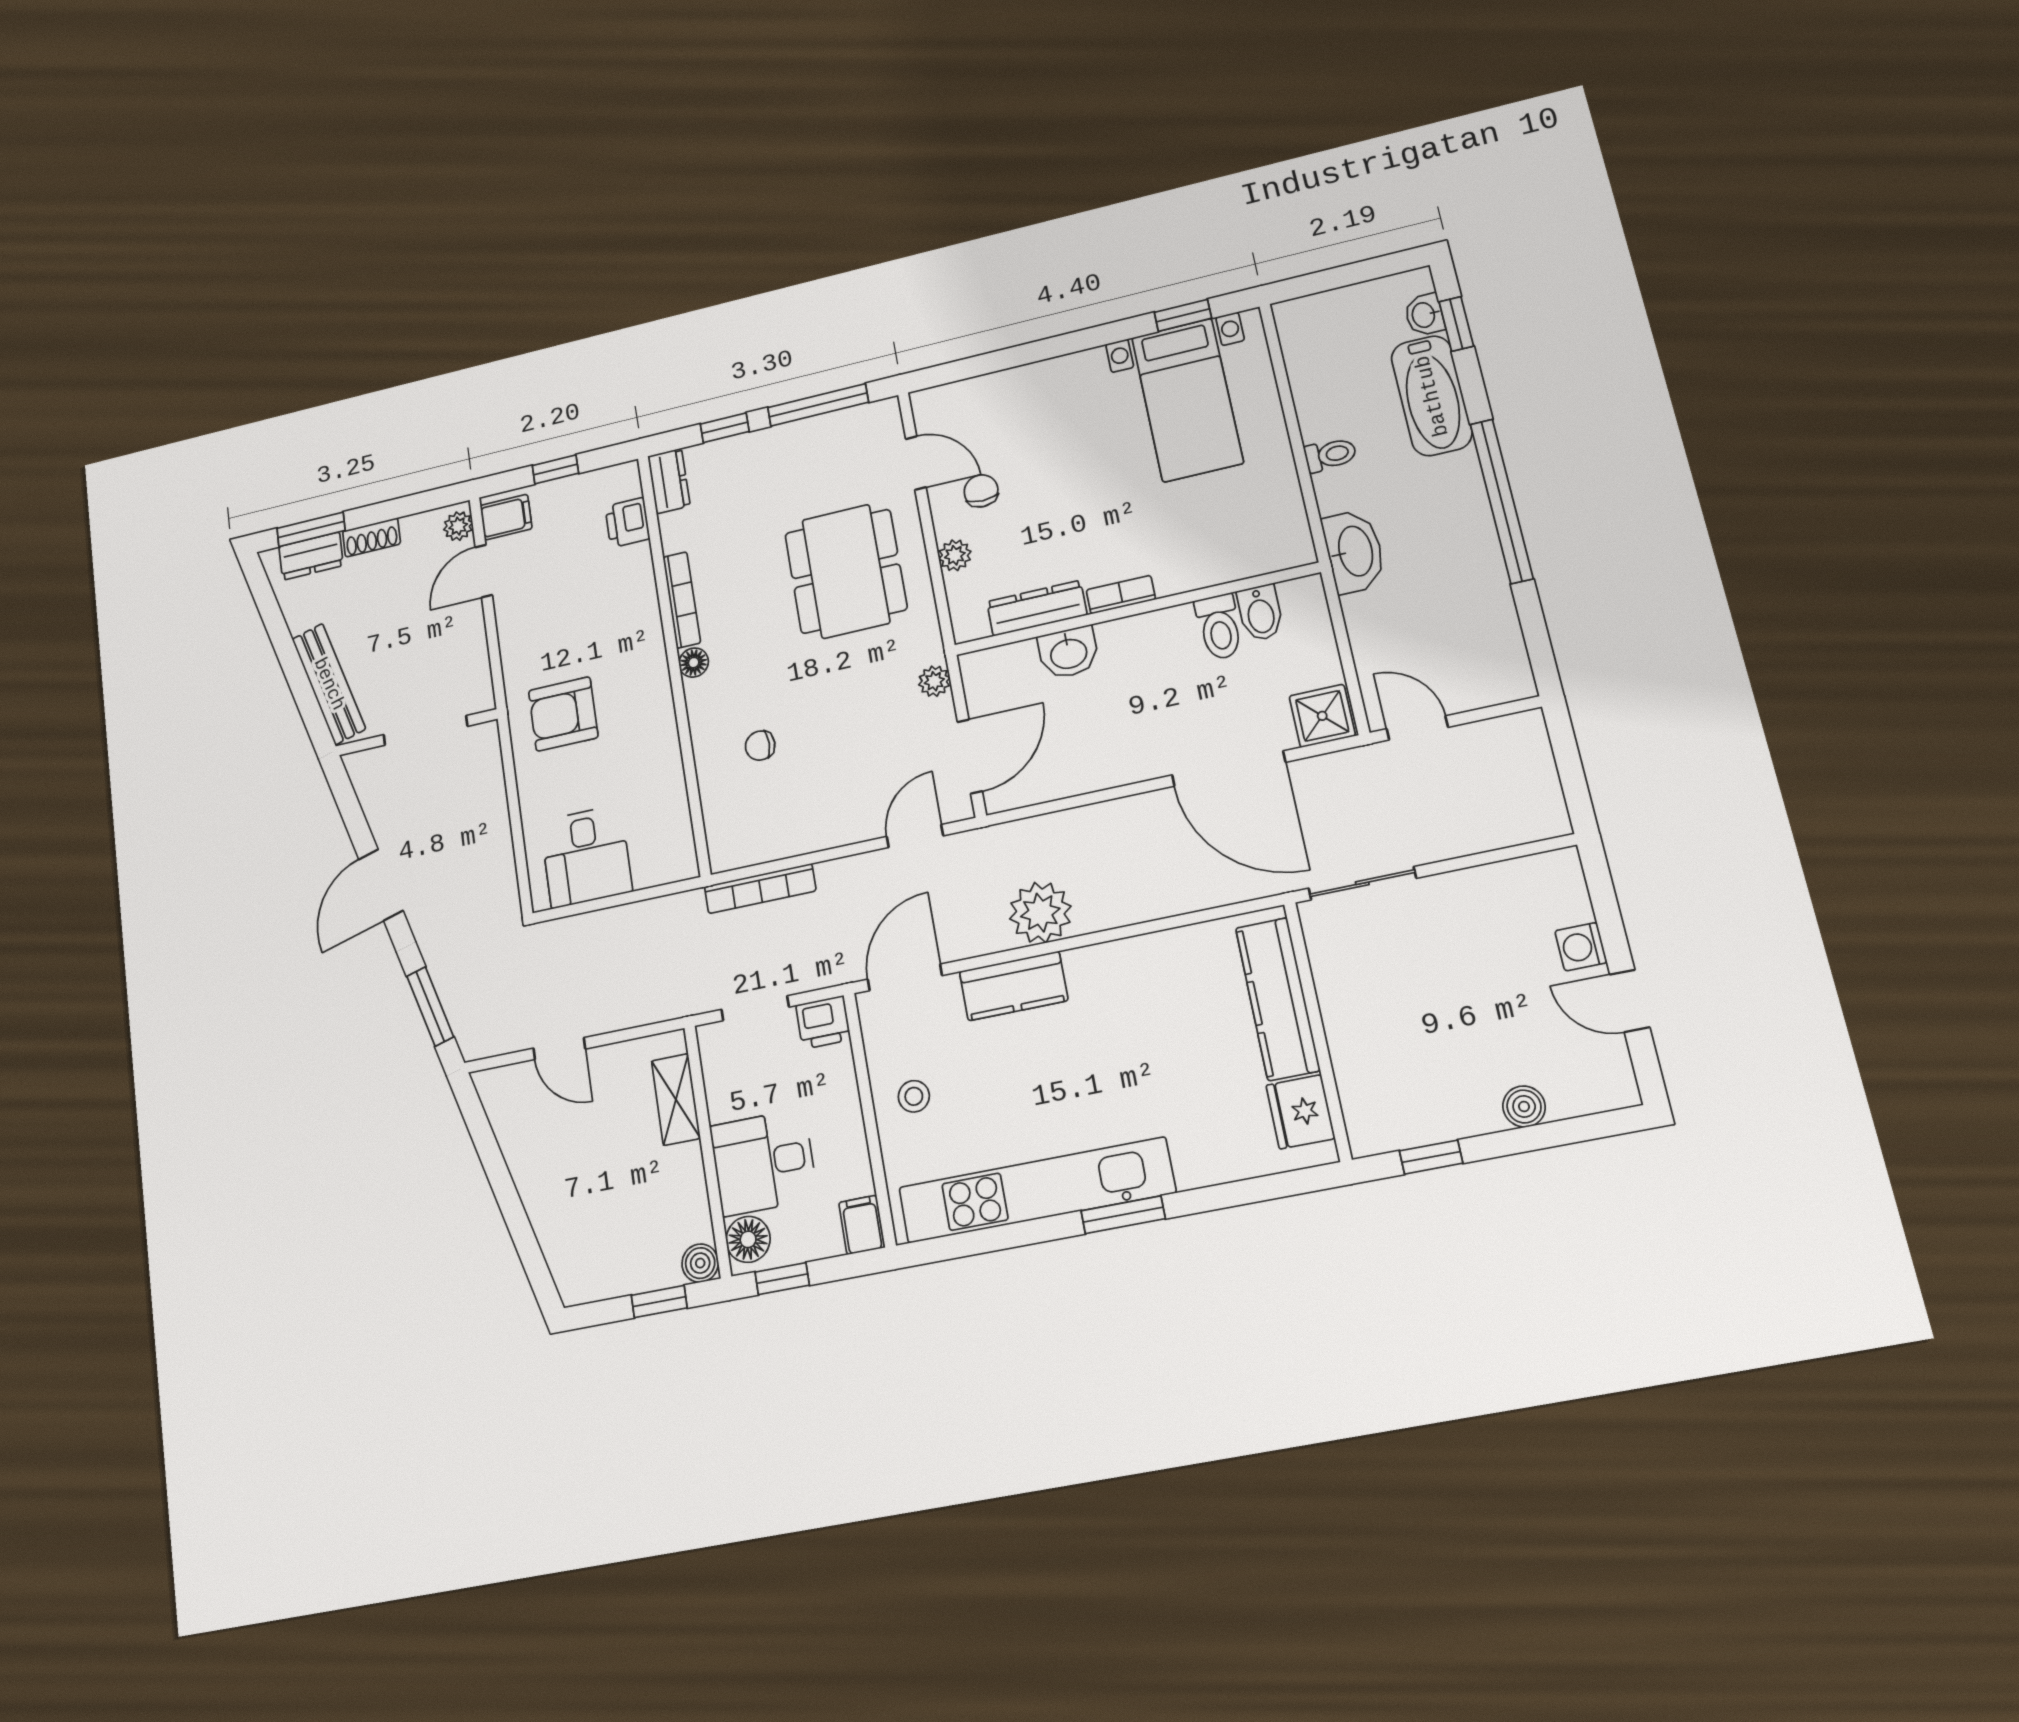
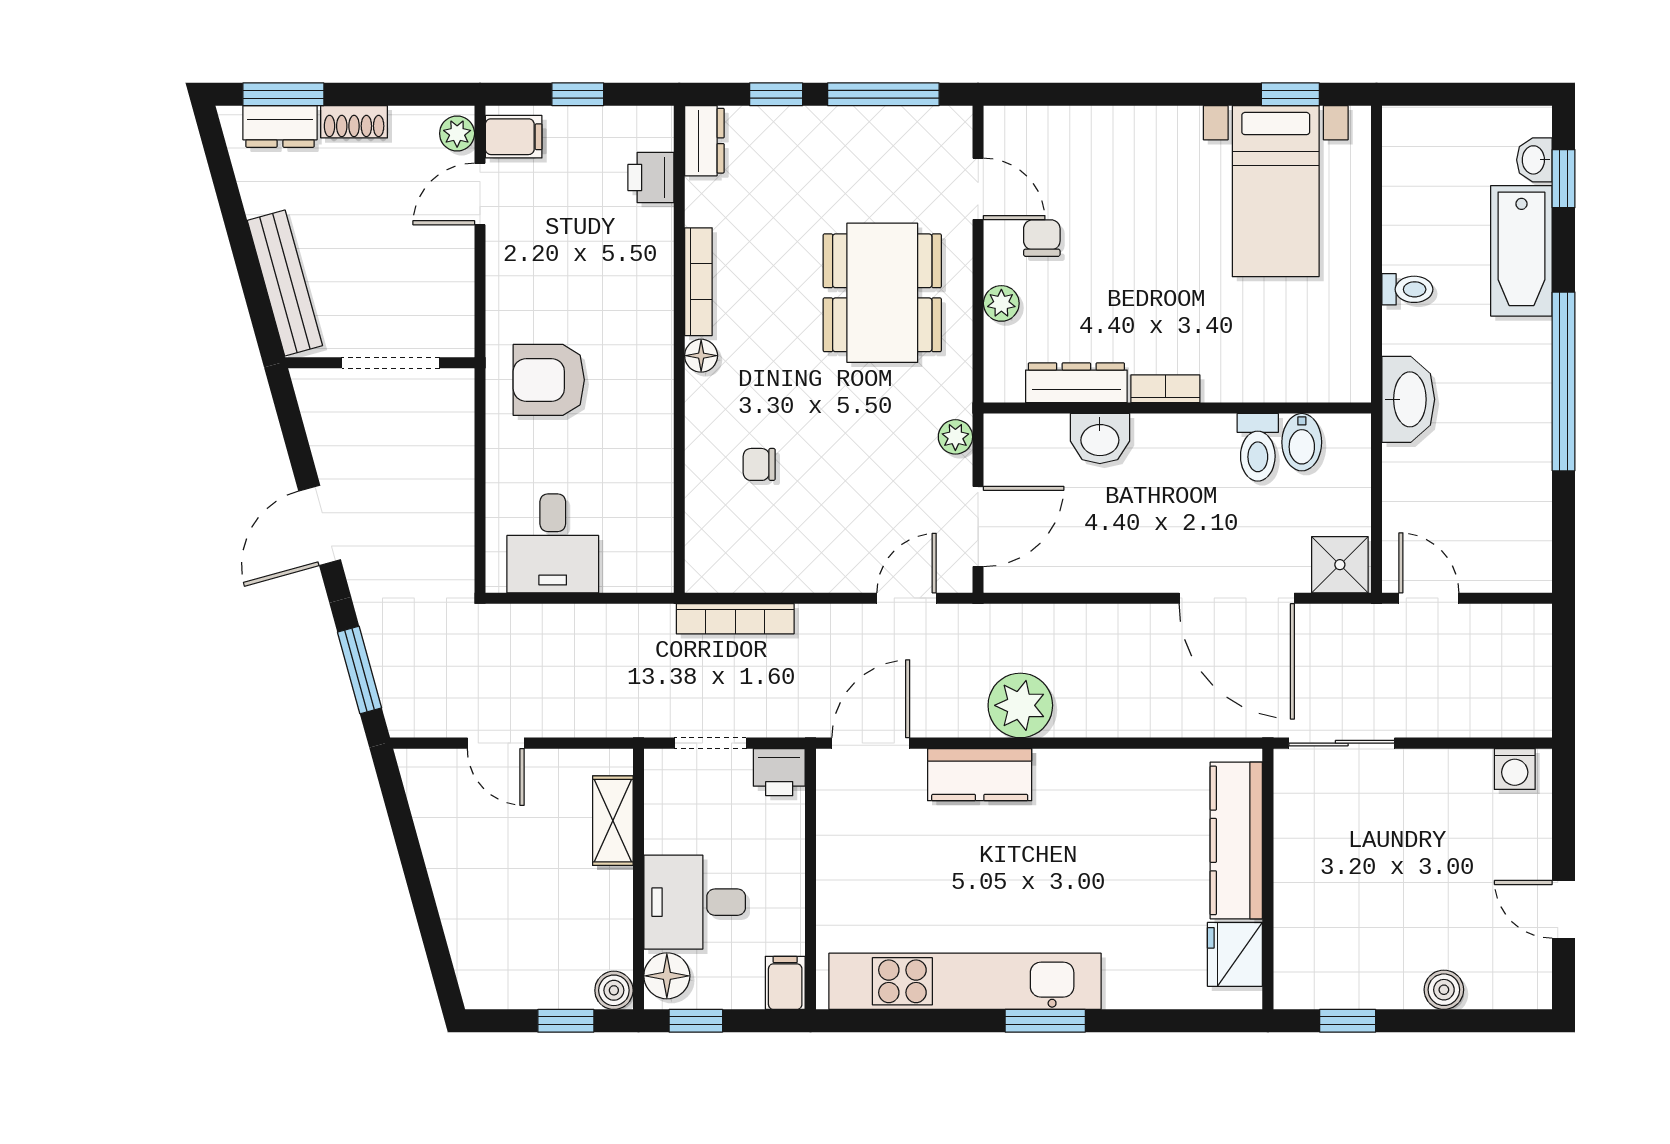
washing machine: (1581, 947) -> (1515, 769), moved, turned -90
stool: (914, 1096) -> (859, 865), removed

